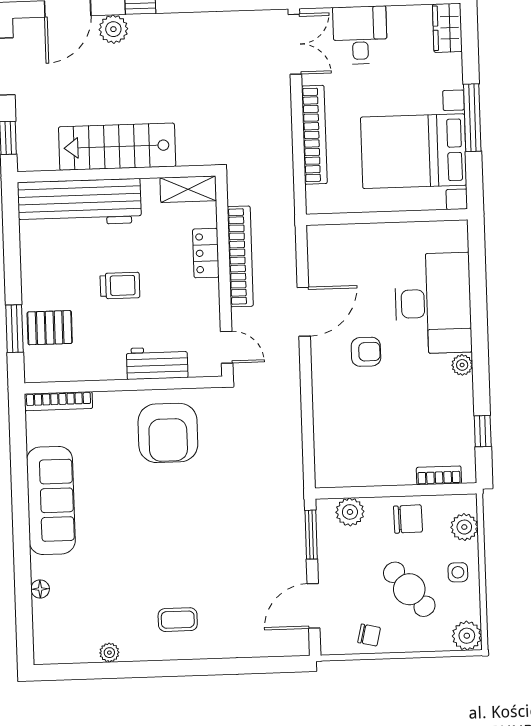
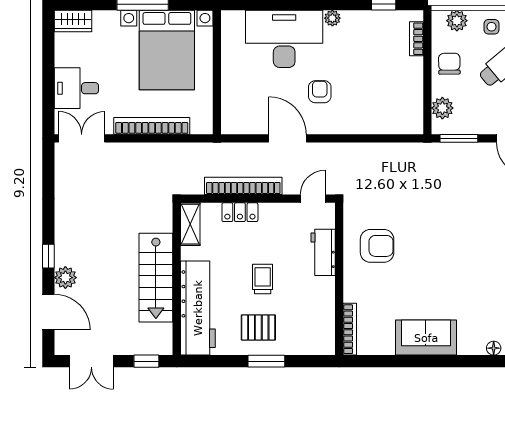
pallet: (50, 328) -> (258, 328), moved, turned 90
window: (14, 329) -> (266, 361), moved
armchair: (168, 433) -> (377, 246), width x0.73, depth x0.73
sofa: (51, 500) -> (426, 338), width x0.73

